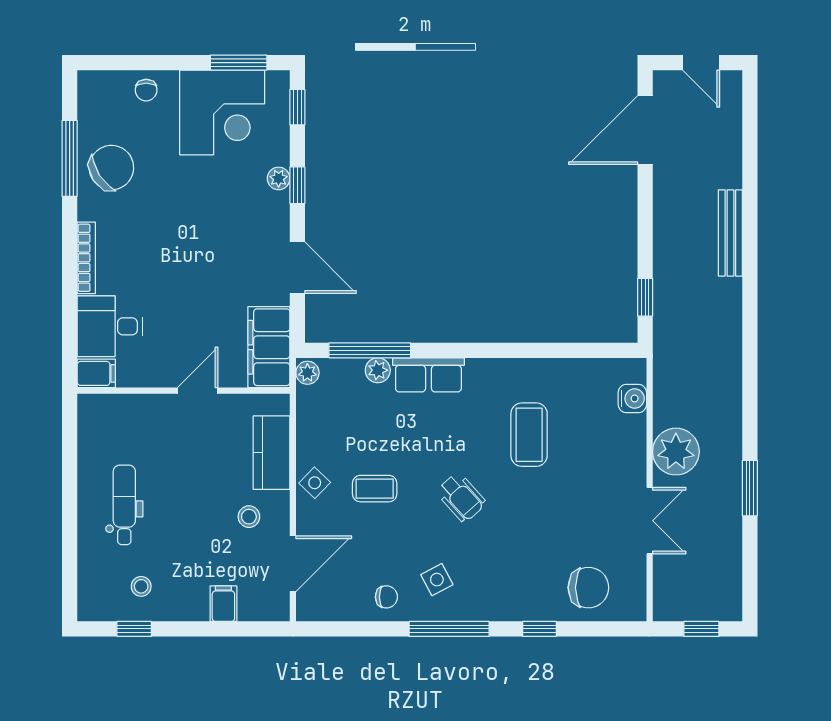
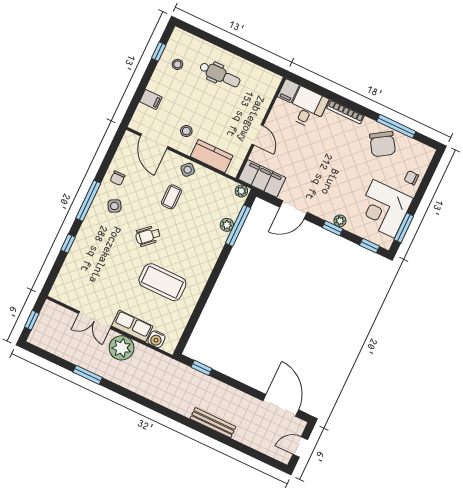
row of seats: (428, 375) -> (132, 326), moved, turned 90
coffee table: (529, 435) -> (162, 282), width x1.36, depth x1.32
chair: (588, 588) -> (77, 276), removed

